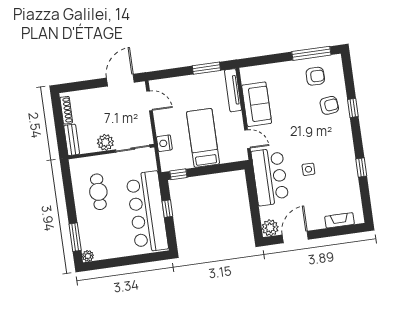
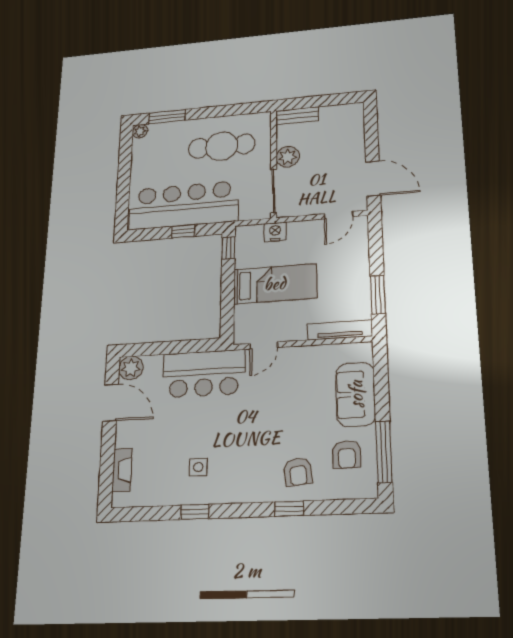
sofa: (257, 104) -> (356, 394), moved, turned 90
shoe rack: (66, 110) -> (339, 110), removed
side table: (308, 169) -> (198, 467), moved
cafe table: (98, 192) -> (222, 146), width x1.37, depth x1.35

